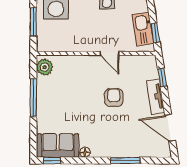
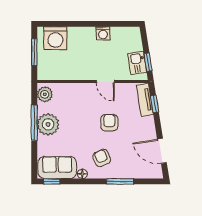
kitchen sink: (143, 29) -> (137, 63), width x0.73
tv unit: (156, 97) -> (145, 100), moved
plant: (48, 99) -> (48, 124), added
armchair: (106, 135) -> (102, 158), added

